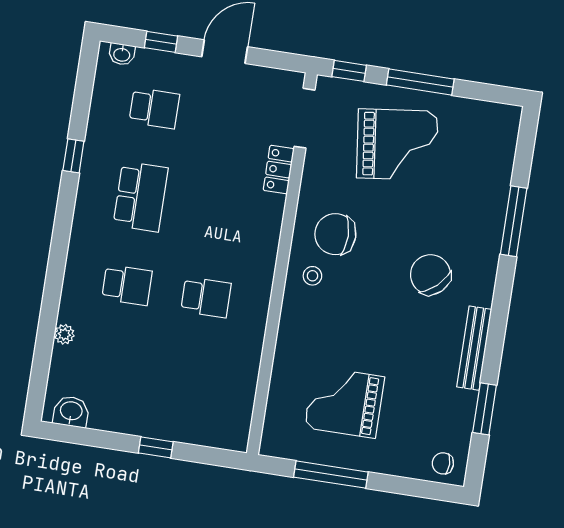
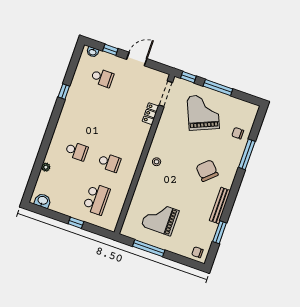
grand piano: (397, 144) -> (203, 112), turned -106
school desk: (141, 197) -> (96, 199), moved
chair: (335, 234) -> (238, 133), moved, width x0.54, depth x0.54

